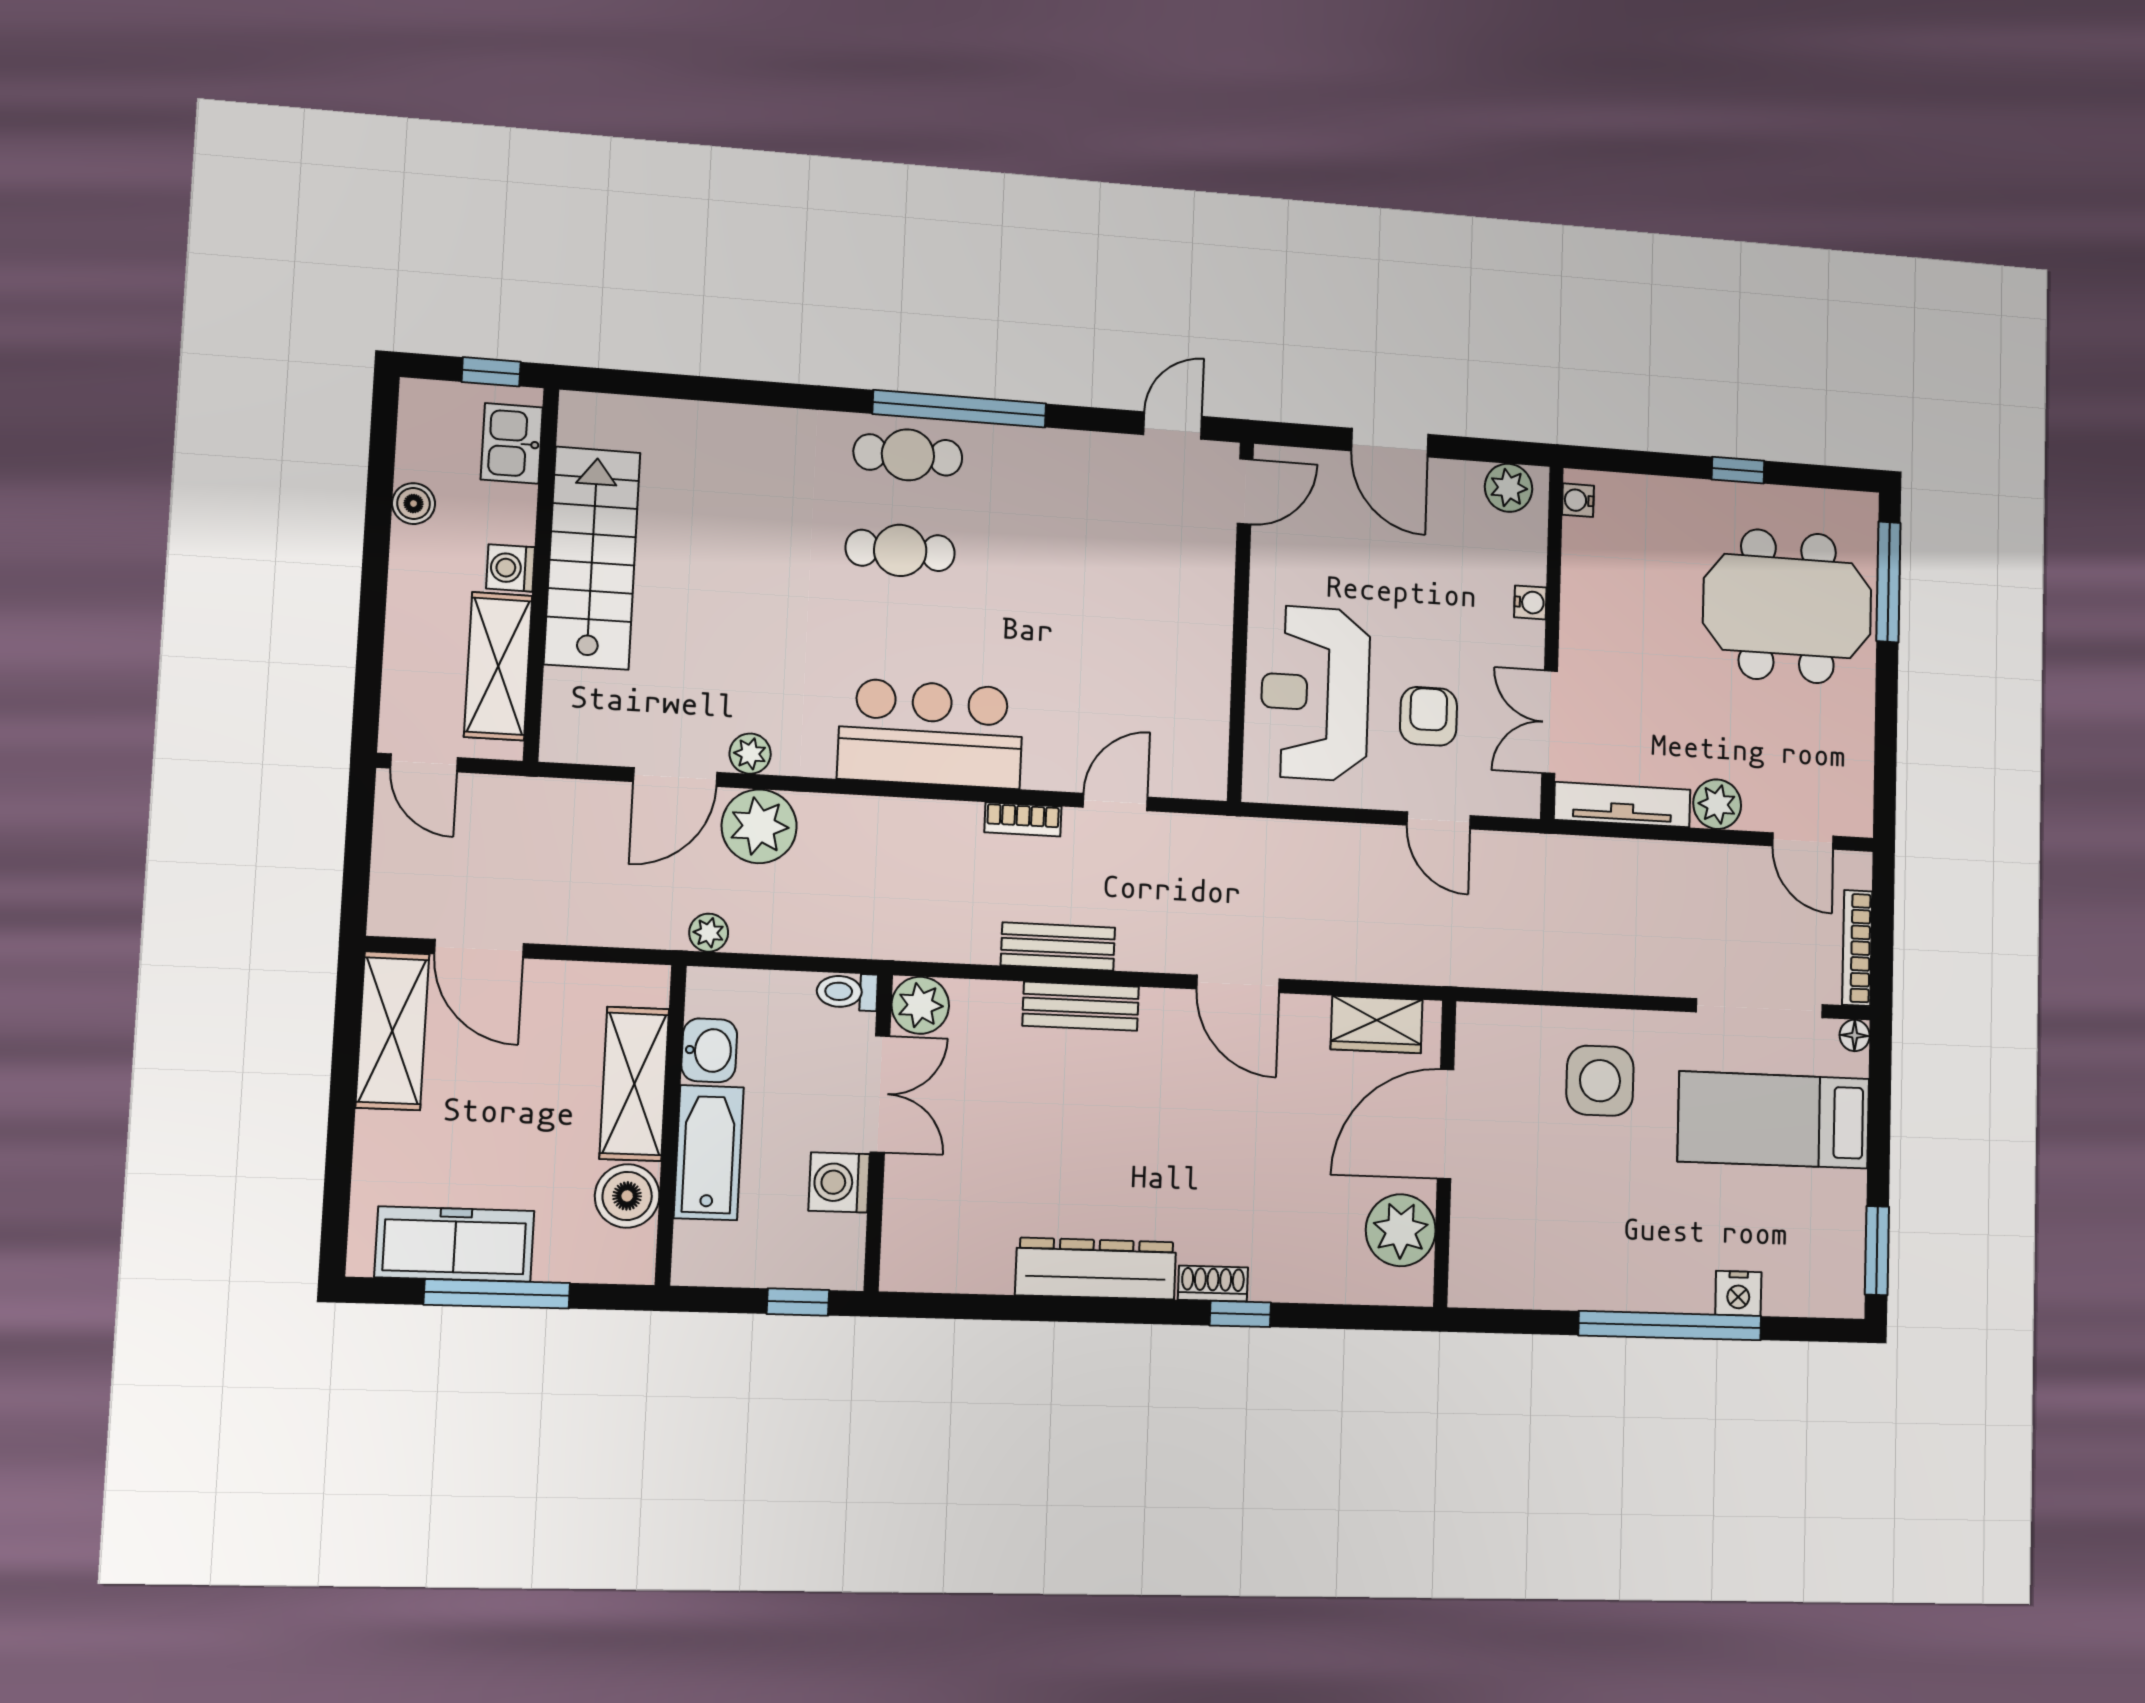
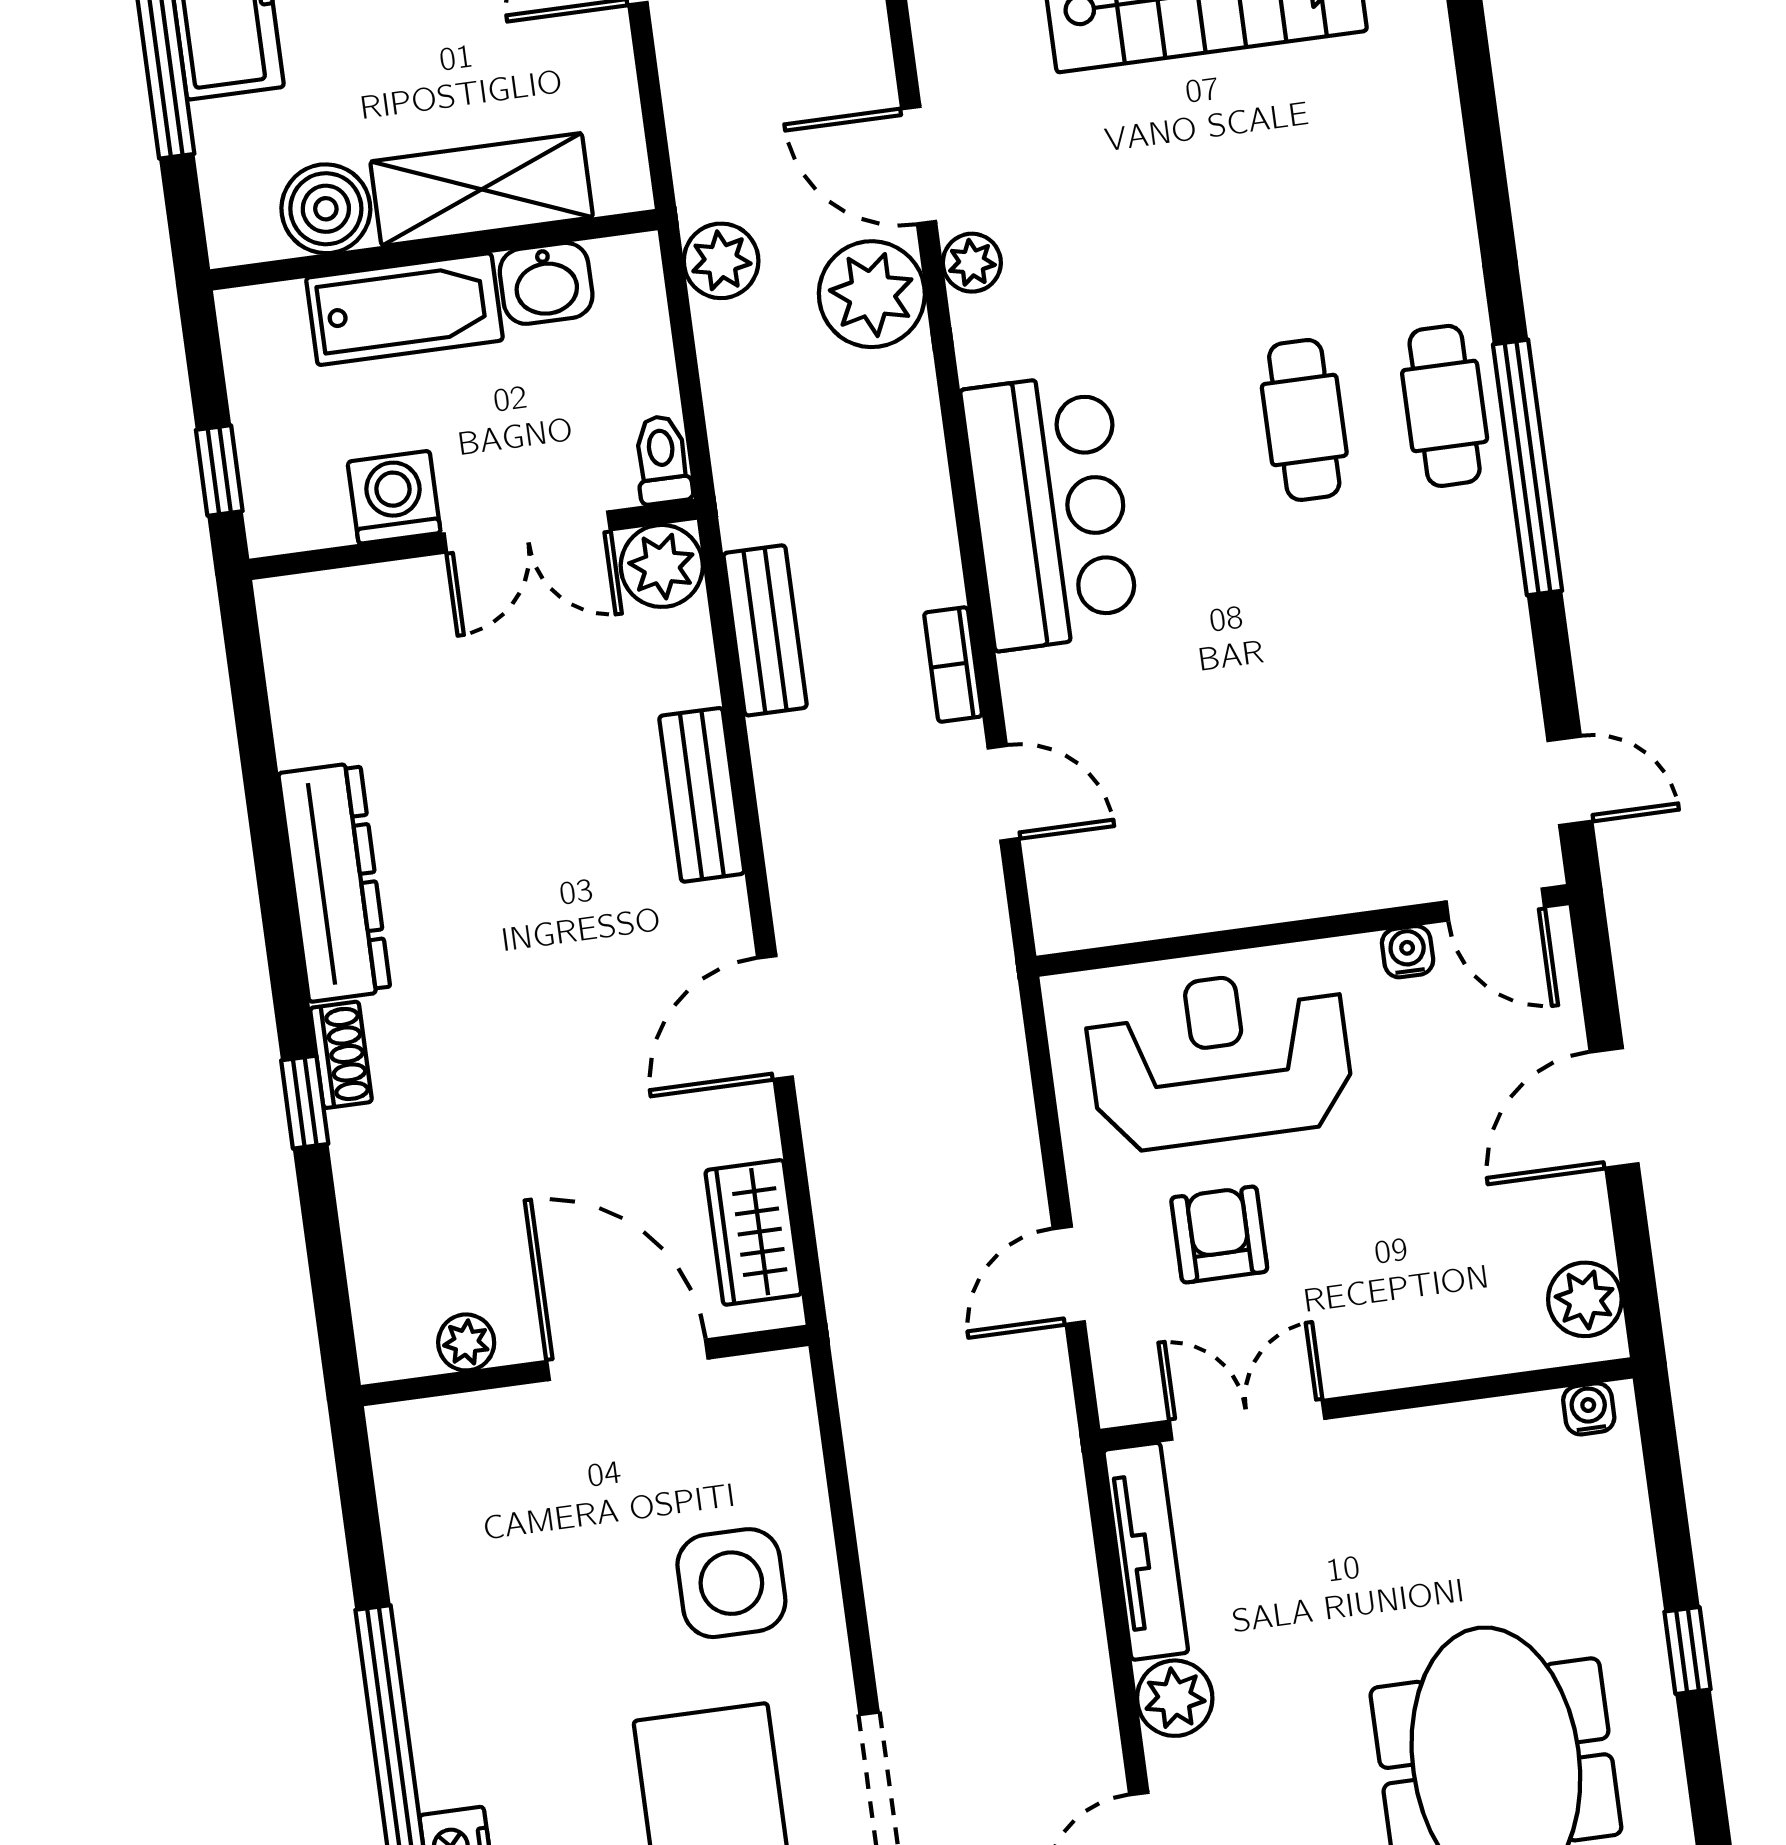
water cooler: (1530, 602) -> (1408, 952), moved, turned 180
armchair: (1429, 716) -> (1219, 1234), turned -90
plant: (709, 933) -> (721, 261), width x1.38, depth x1.38
bench: (1058, 946) -> (765, 630), moved
plant: (1401, 1230) -> (466, 1342), width x0.53, depth x0.53

